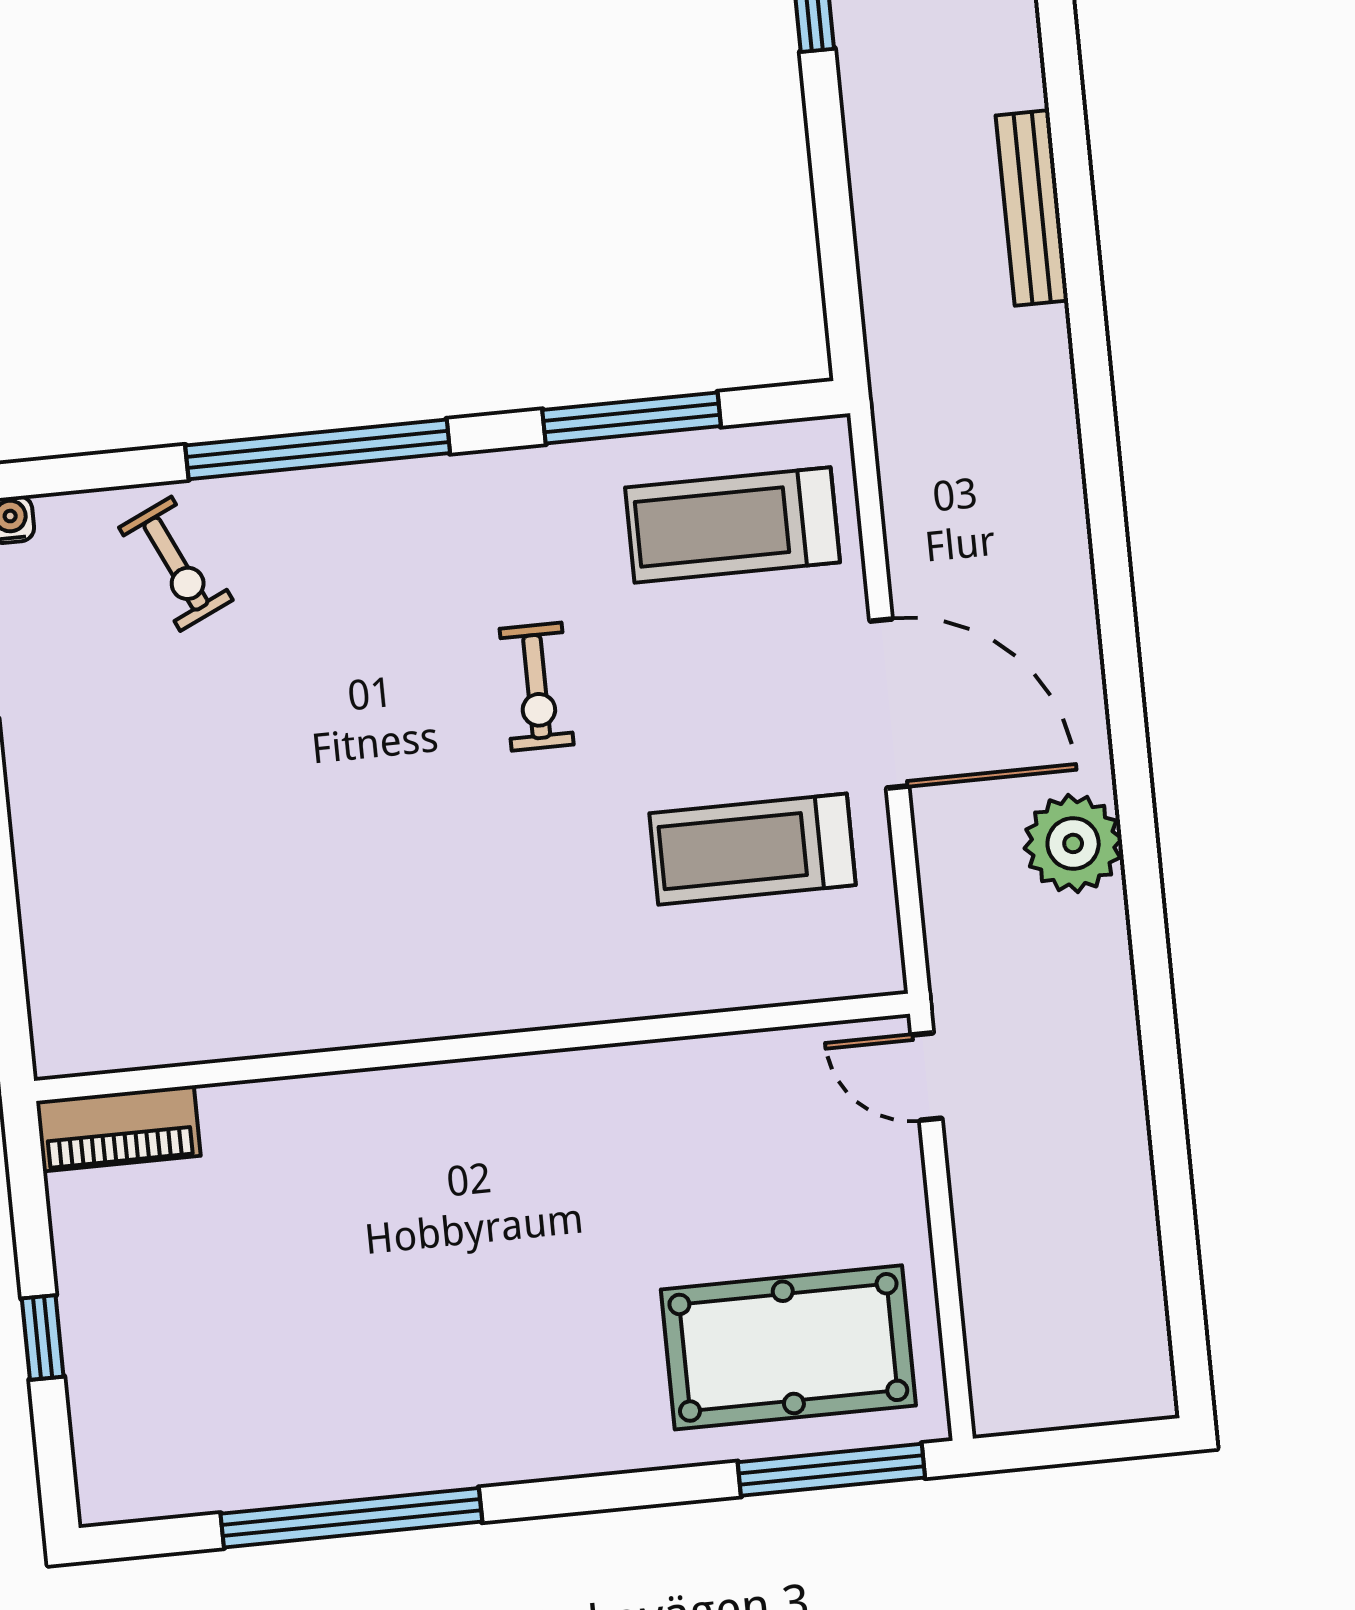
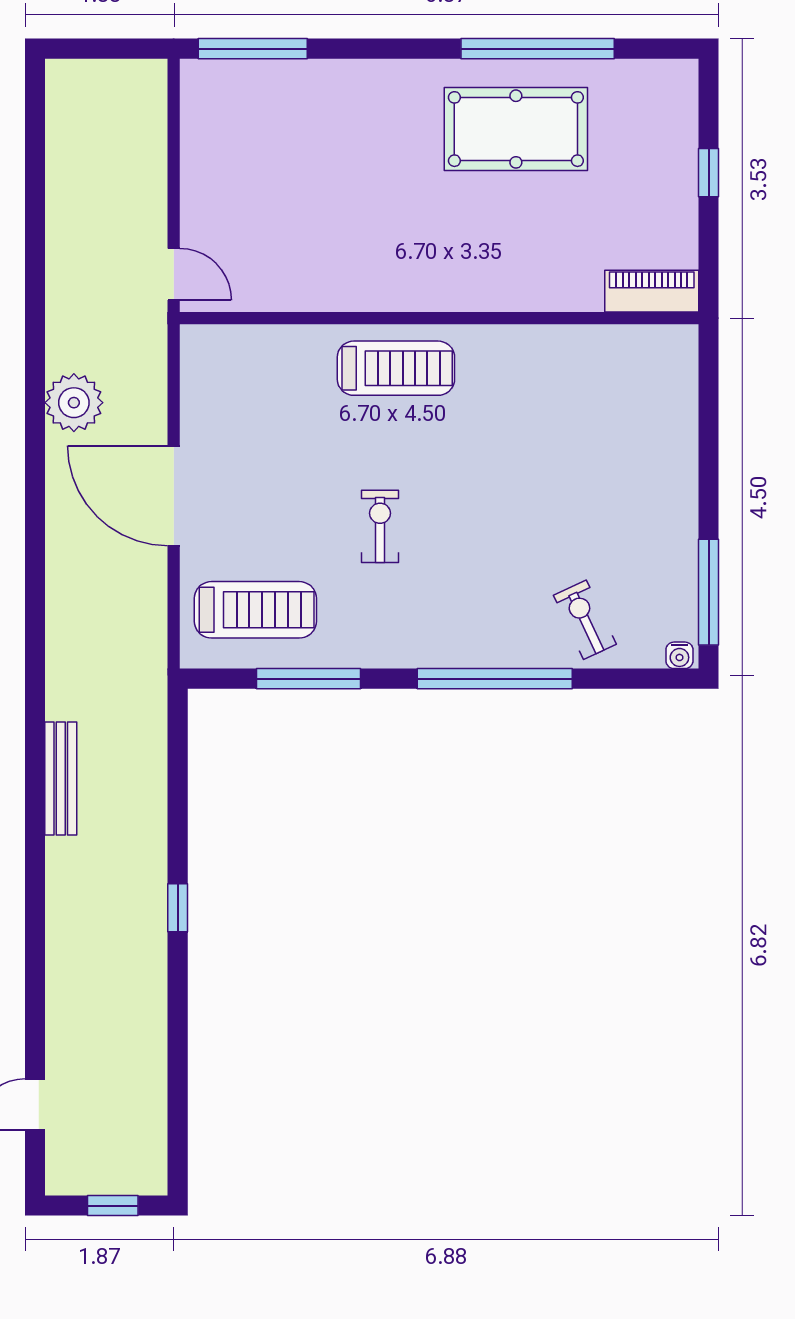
treadmill: (753, 849) -> (396, 368), moved
pool table: (788, 1347) -> (516, 129), moved

